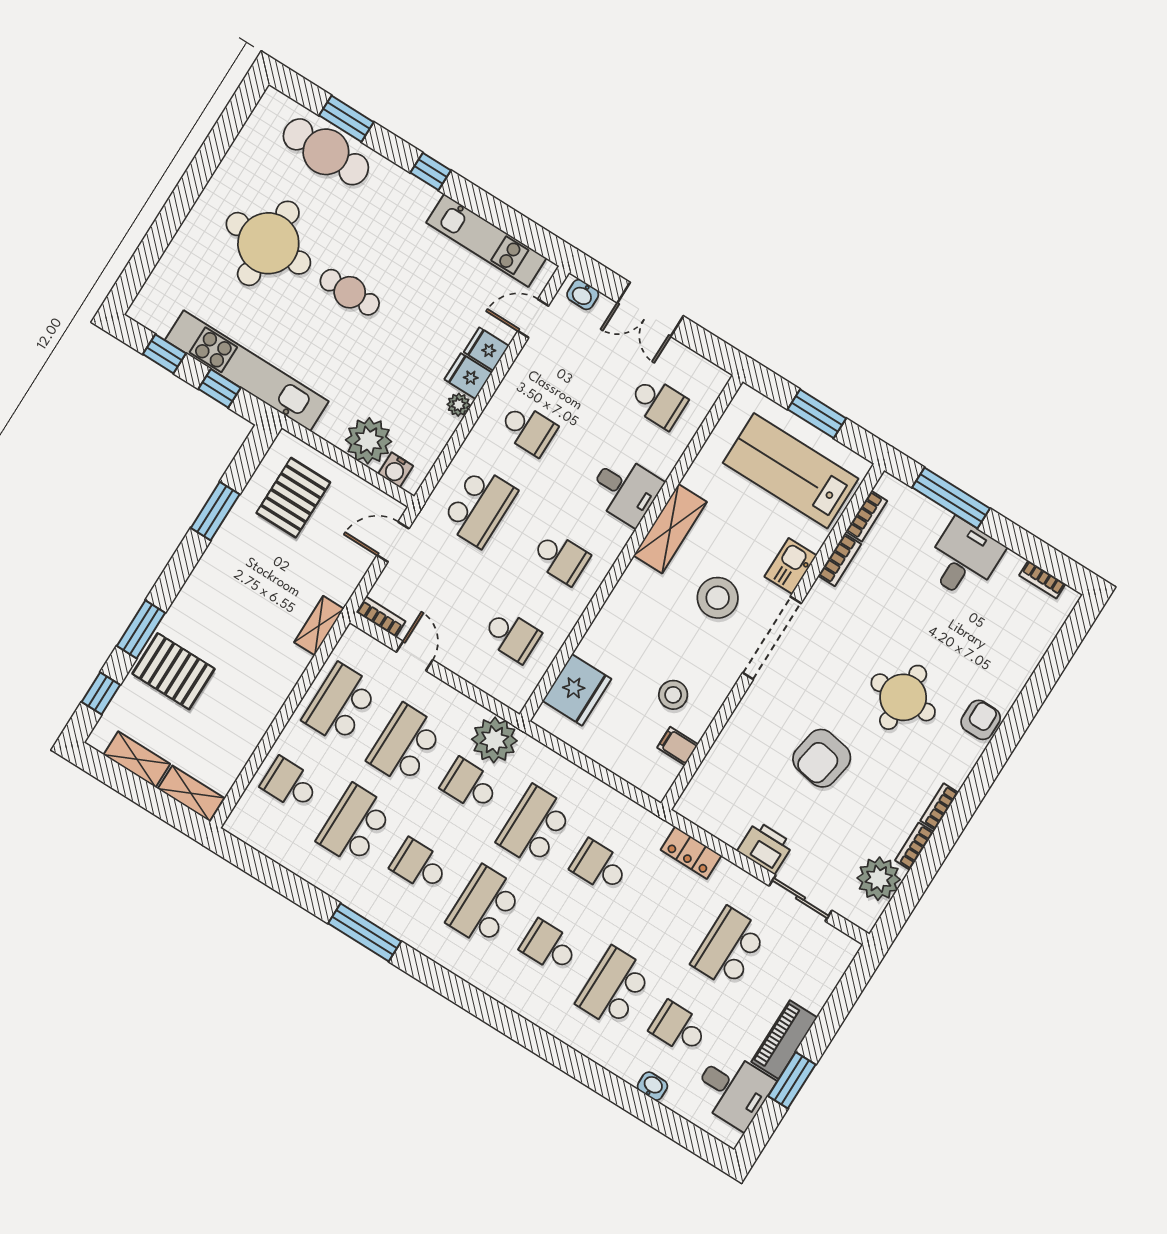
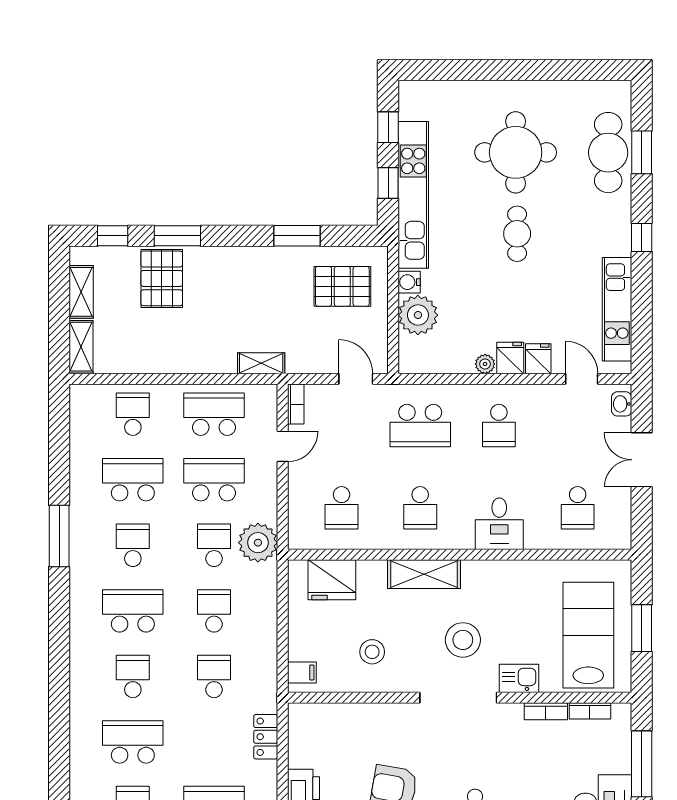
water cooler: (396, 470) -> (409, 282), moved
shelving: (670, 529) -> (424, 574), moved
filing cabinet: (678, 746) -> (302, 672), moved, turned 90
school desk: (535, 826) -> (214, 611), width x0.54

